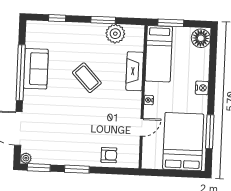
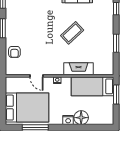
plant: (115, 34) -> (106, 53), removed
floor lamp: (201, 38) -> (81, 118), moved

